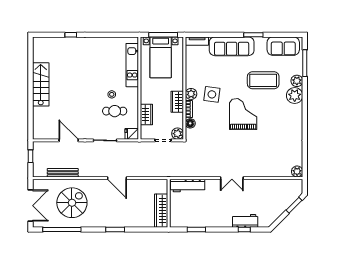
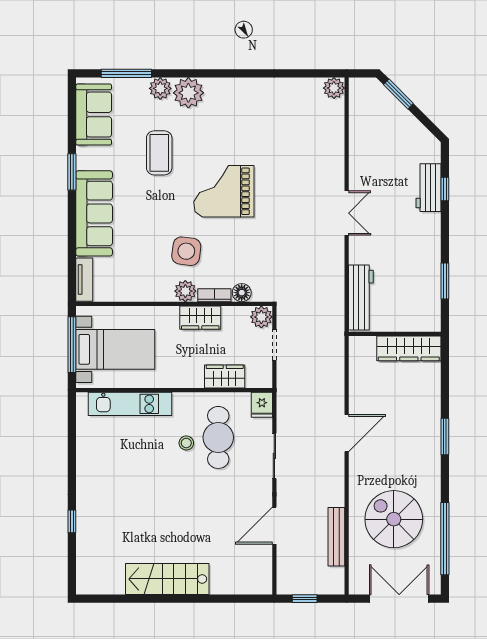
coffee table: (263, 80) -> (159, 153), width x0.73, depth x0.76
cafe table: (115, 111) -> (218, 437), width x1.37, depth x1.35

